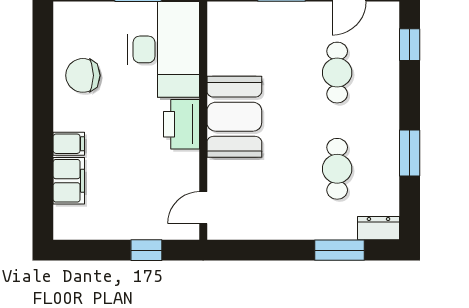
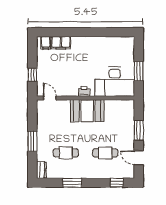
chair: (83, 75) -> (104, 49), removed
printer: (182, 124) -> (84, 91), width x0.53, depth x0.68
filing cabinet: (69, 144) -> (46, 43), moved
window: (339, 250) -> (32, 141), moved

